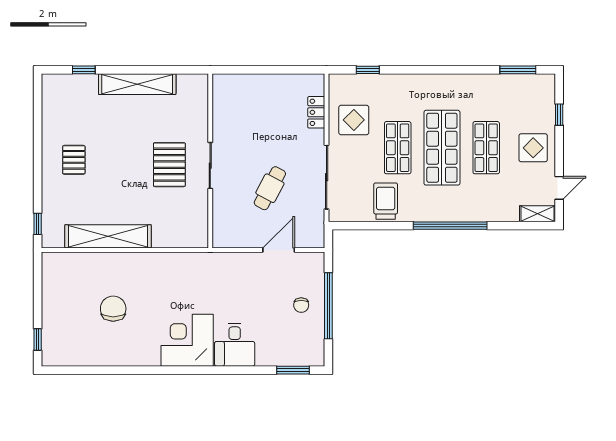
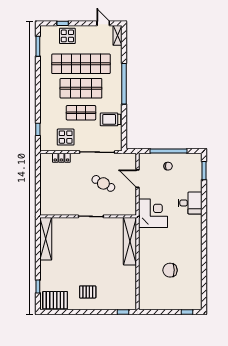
shelving: (137, 84) -> (46, 239), moved
shop shelf: (486, 148) -> (81, 64), width x2.00, depth x1.36
display table: (533, 148) -> (67, 36), moved
pallet: (169, 165) -> (55, 300), moved
shelving: (108, 236) -> (130, 241), moved
corner desk: (187, 340) -> (153, 213), moved, turned 180

